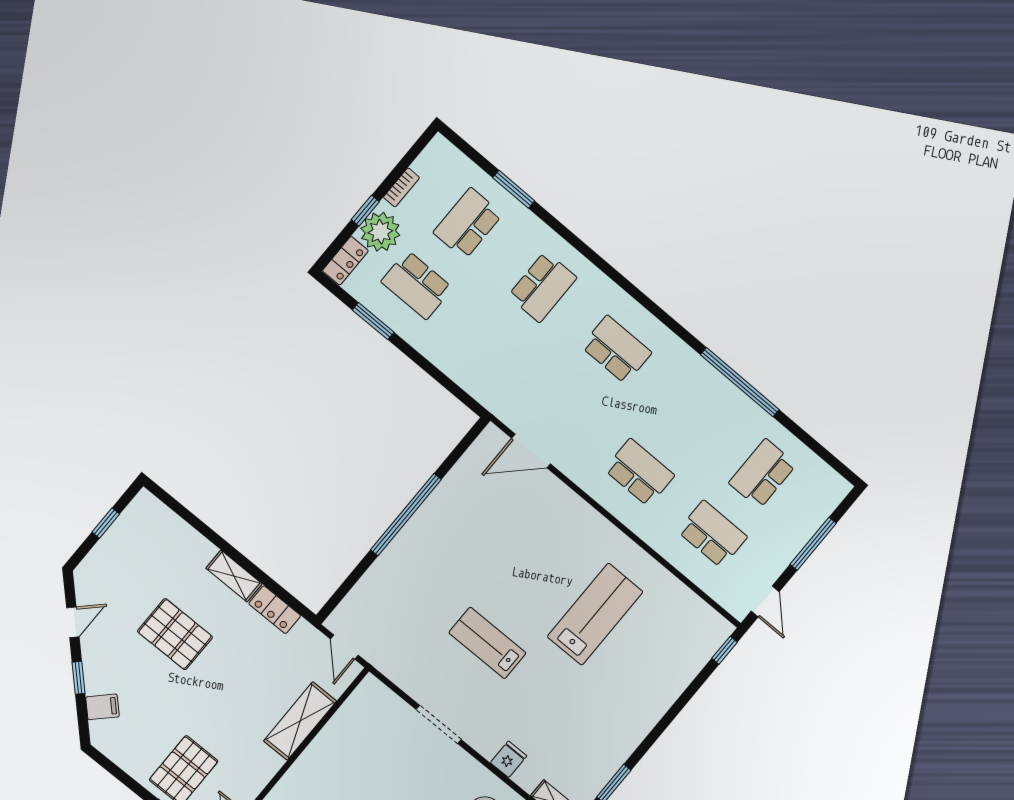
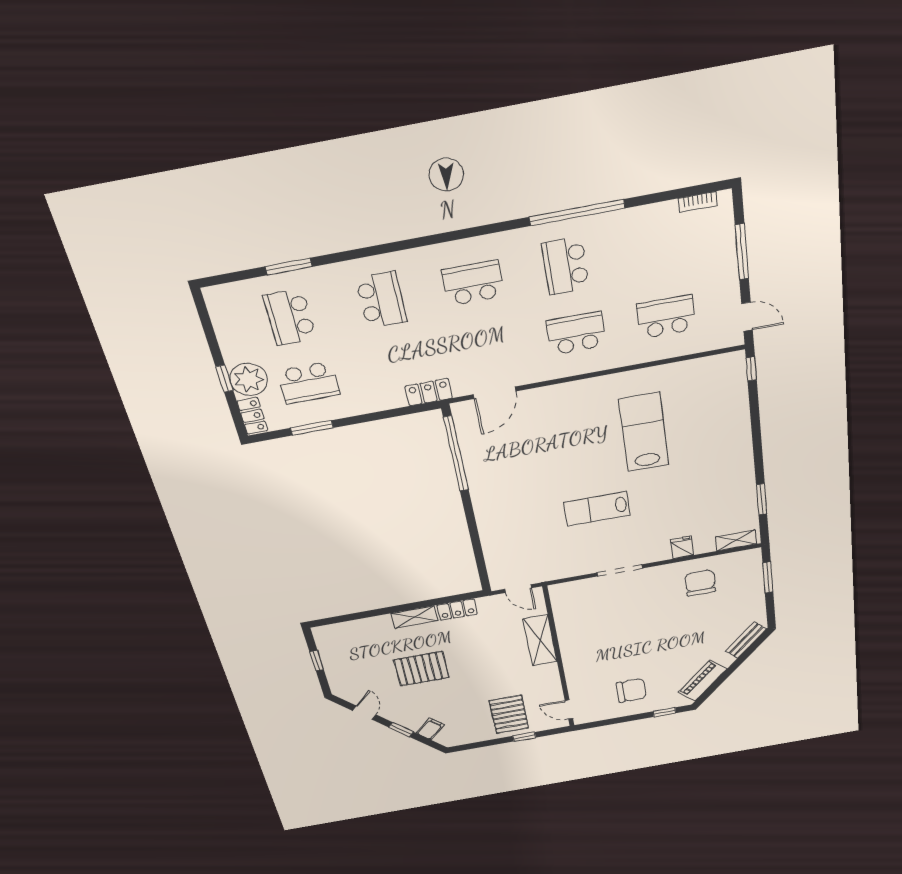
bookcase: (401, 187) -> (698, 202), moved, turned 90
locker: (488, 394) -> (429, 392), added
school desk: (763, 474) -> (565, 266), moved
window: (406, 515) -> (456, 454), moved

